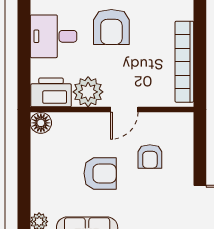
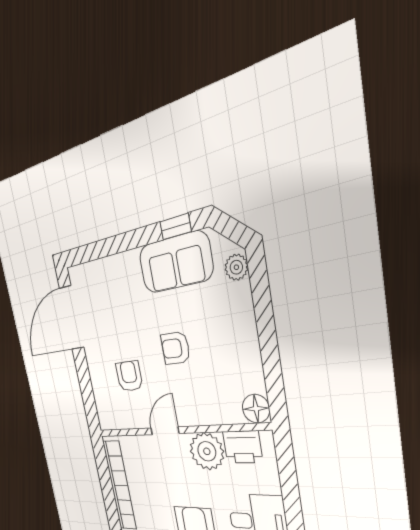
printer: (51, 92) -> (243, 447), width x0.73, depth x0.84
armchair: (100, 173) -> (175, 348), width x0.72, depth x0.72

